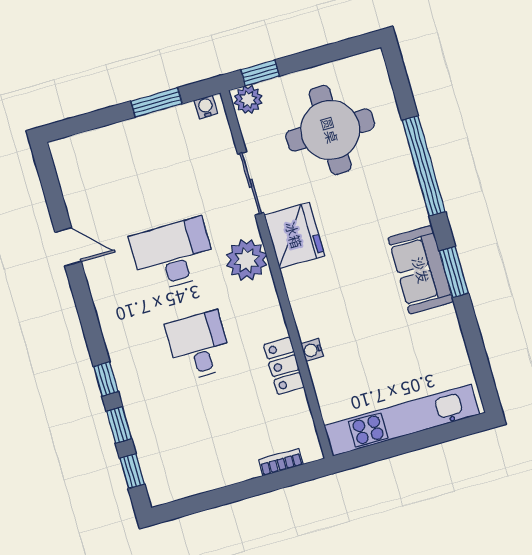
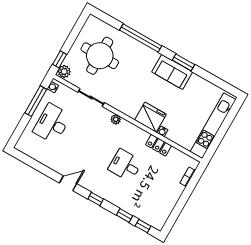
window: (156, 102) -> (36, 101), width x1.44
fridge: (294, 235) -> (151, 117), moved
door: (68, 247) -> (68, 183), moved
desk: (173, 255) -> (52, 124), moved
plant: (247, 260) -> (116, 119), width x0.53, depth x0.53
window: (106, 379) -> (96, 199), moved

